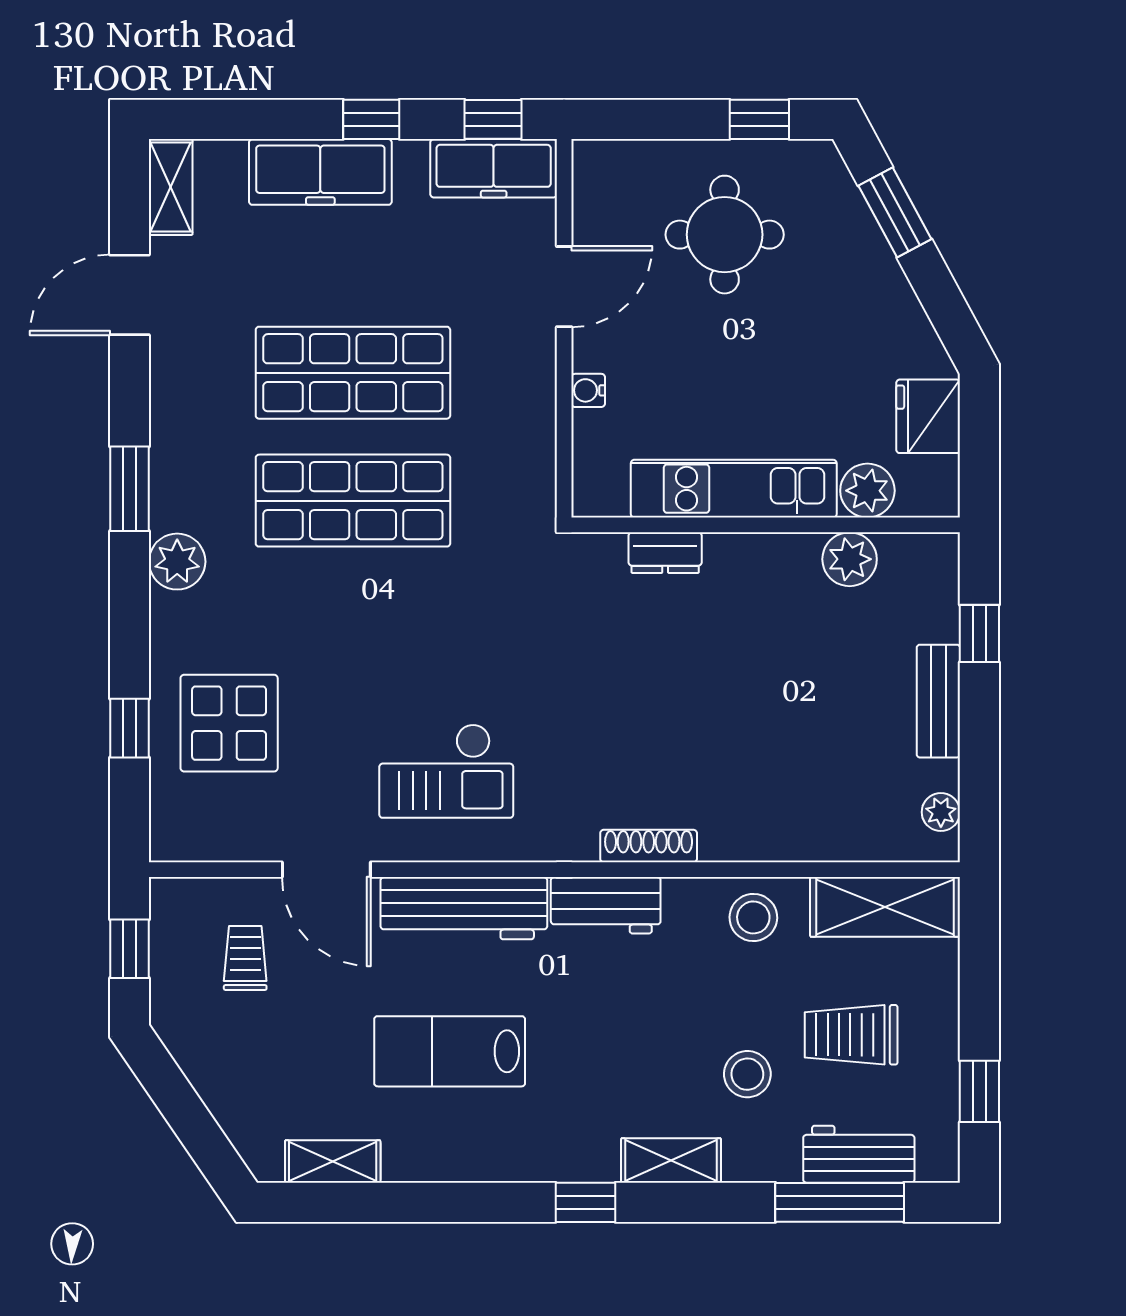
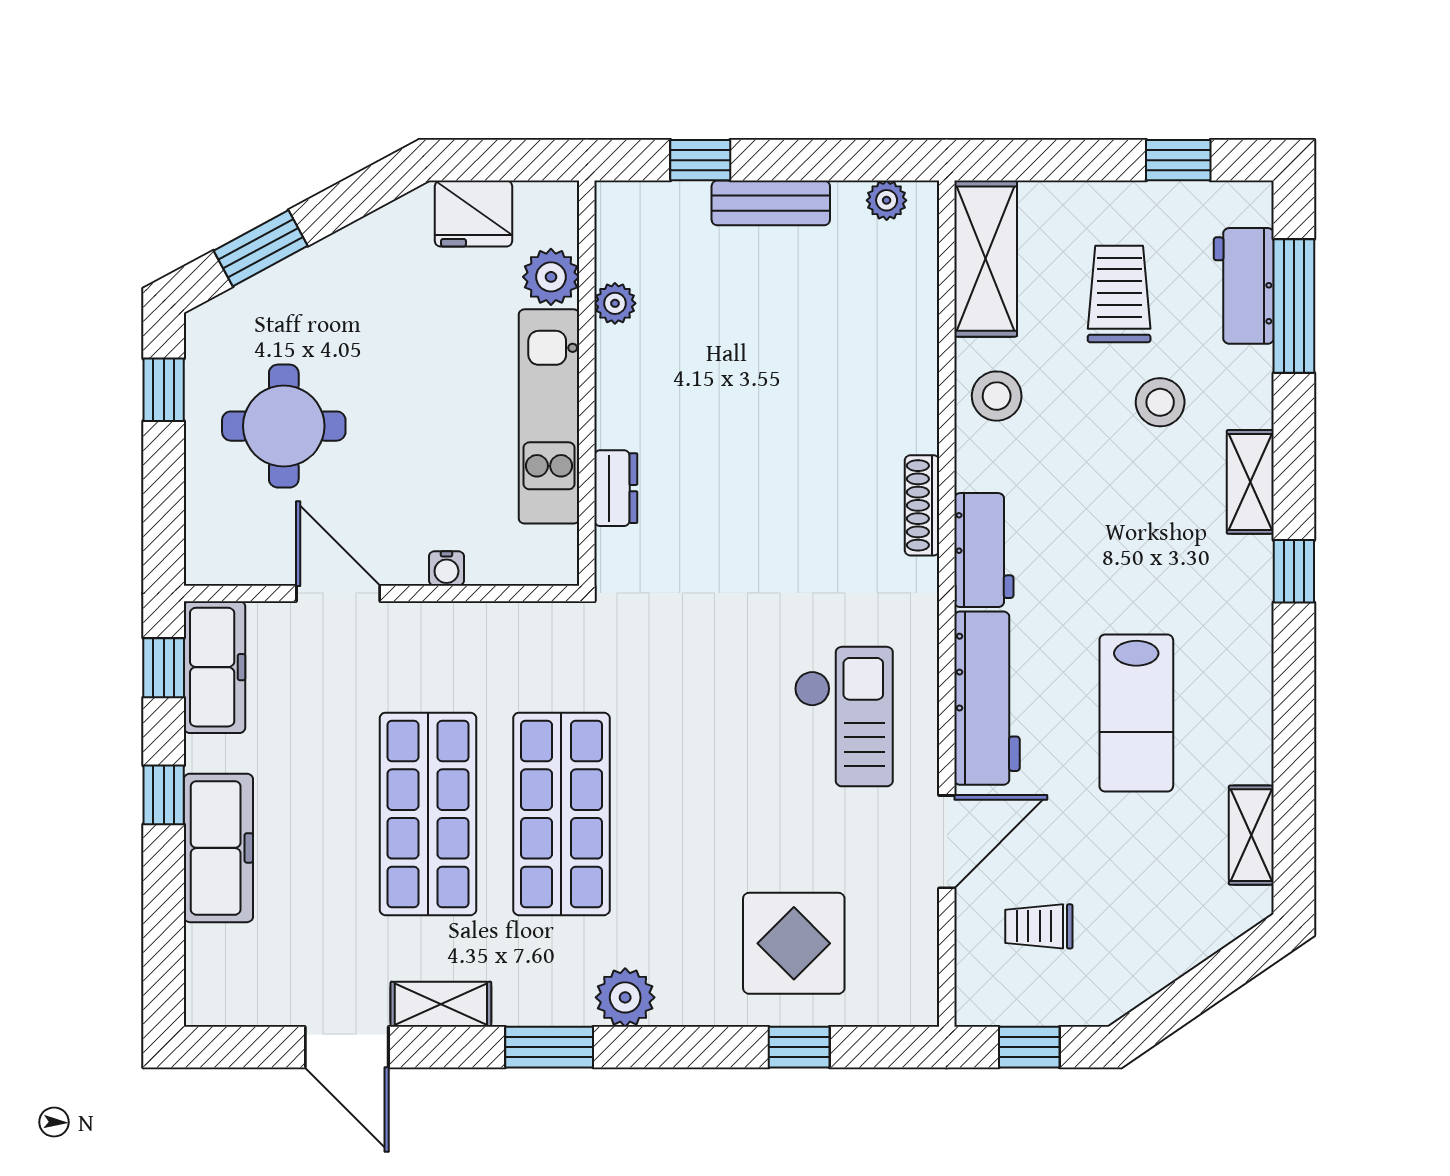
shelving: (171, 187) -> (441, 1004), moved
plant: (850, 559) -> (615, 303), width x0.73, depth x0.73
trolley: (851, 1035) -> (1119, 294), turned 180

